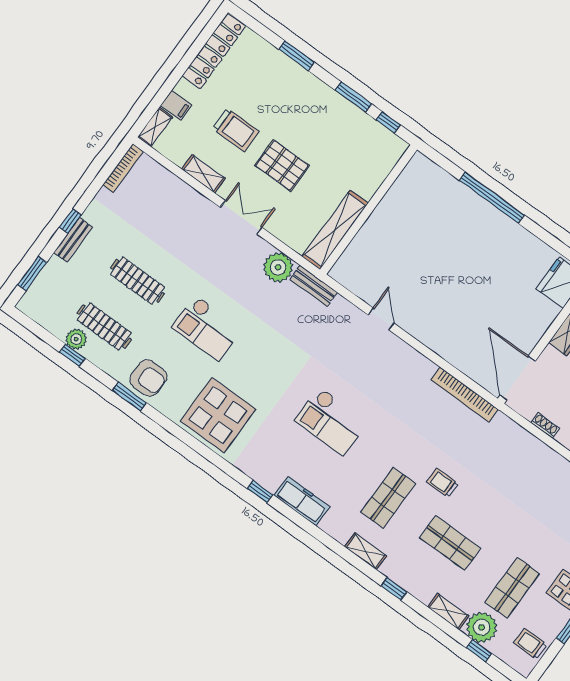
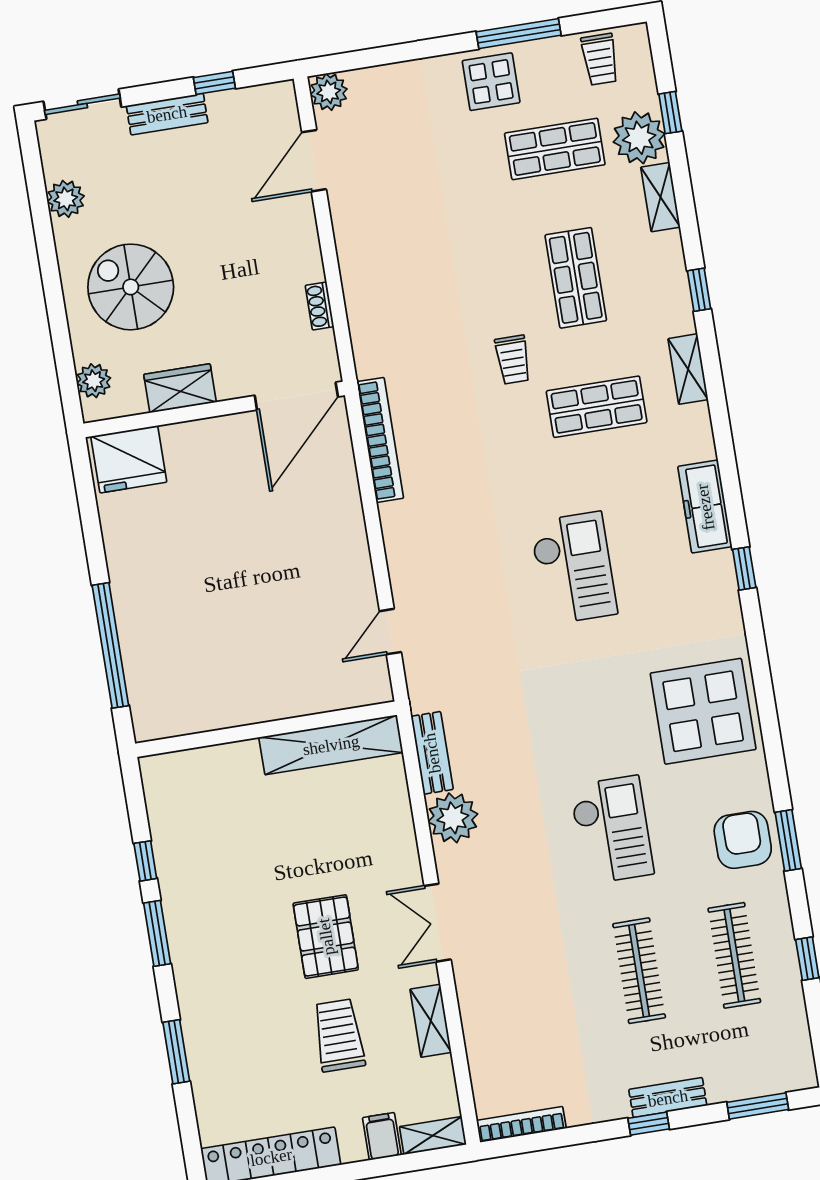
wall: (369, 210) -> (266, 729), moved
shelving: (335, 230) -> (331, 745), moved
plant: (76, 339) -> (783, 974), removed

